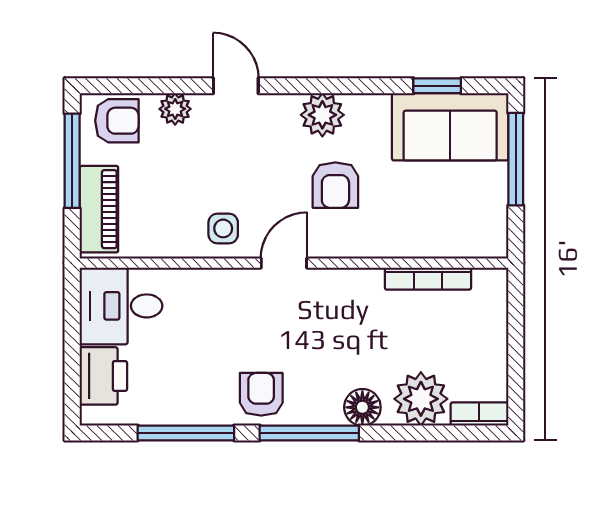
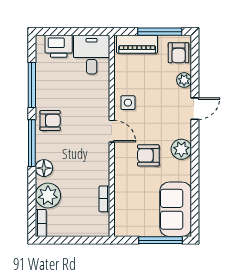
window: (437, 86) -> (195, 203), removed
bookcase: (428, 279) -> (104, 199), width x0.64

